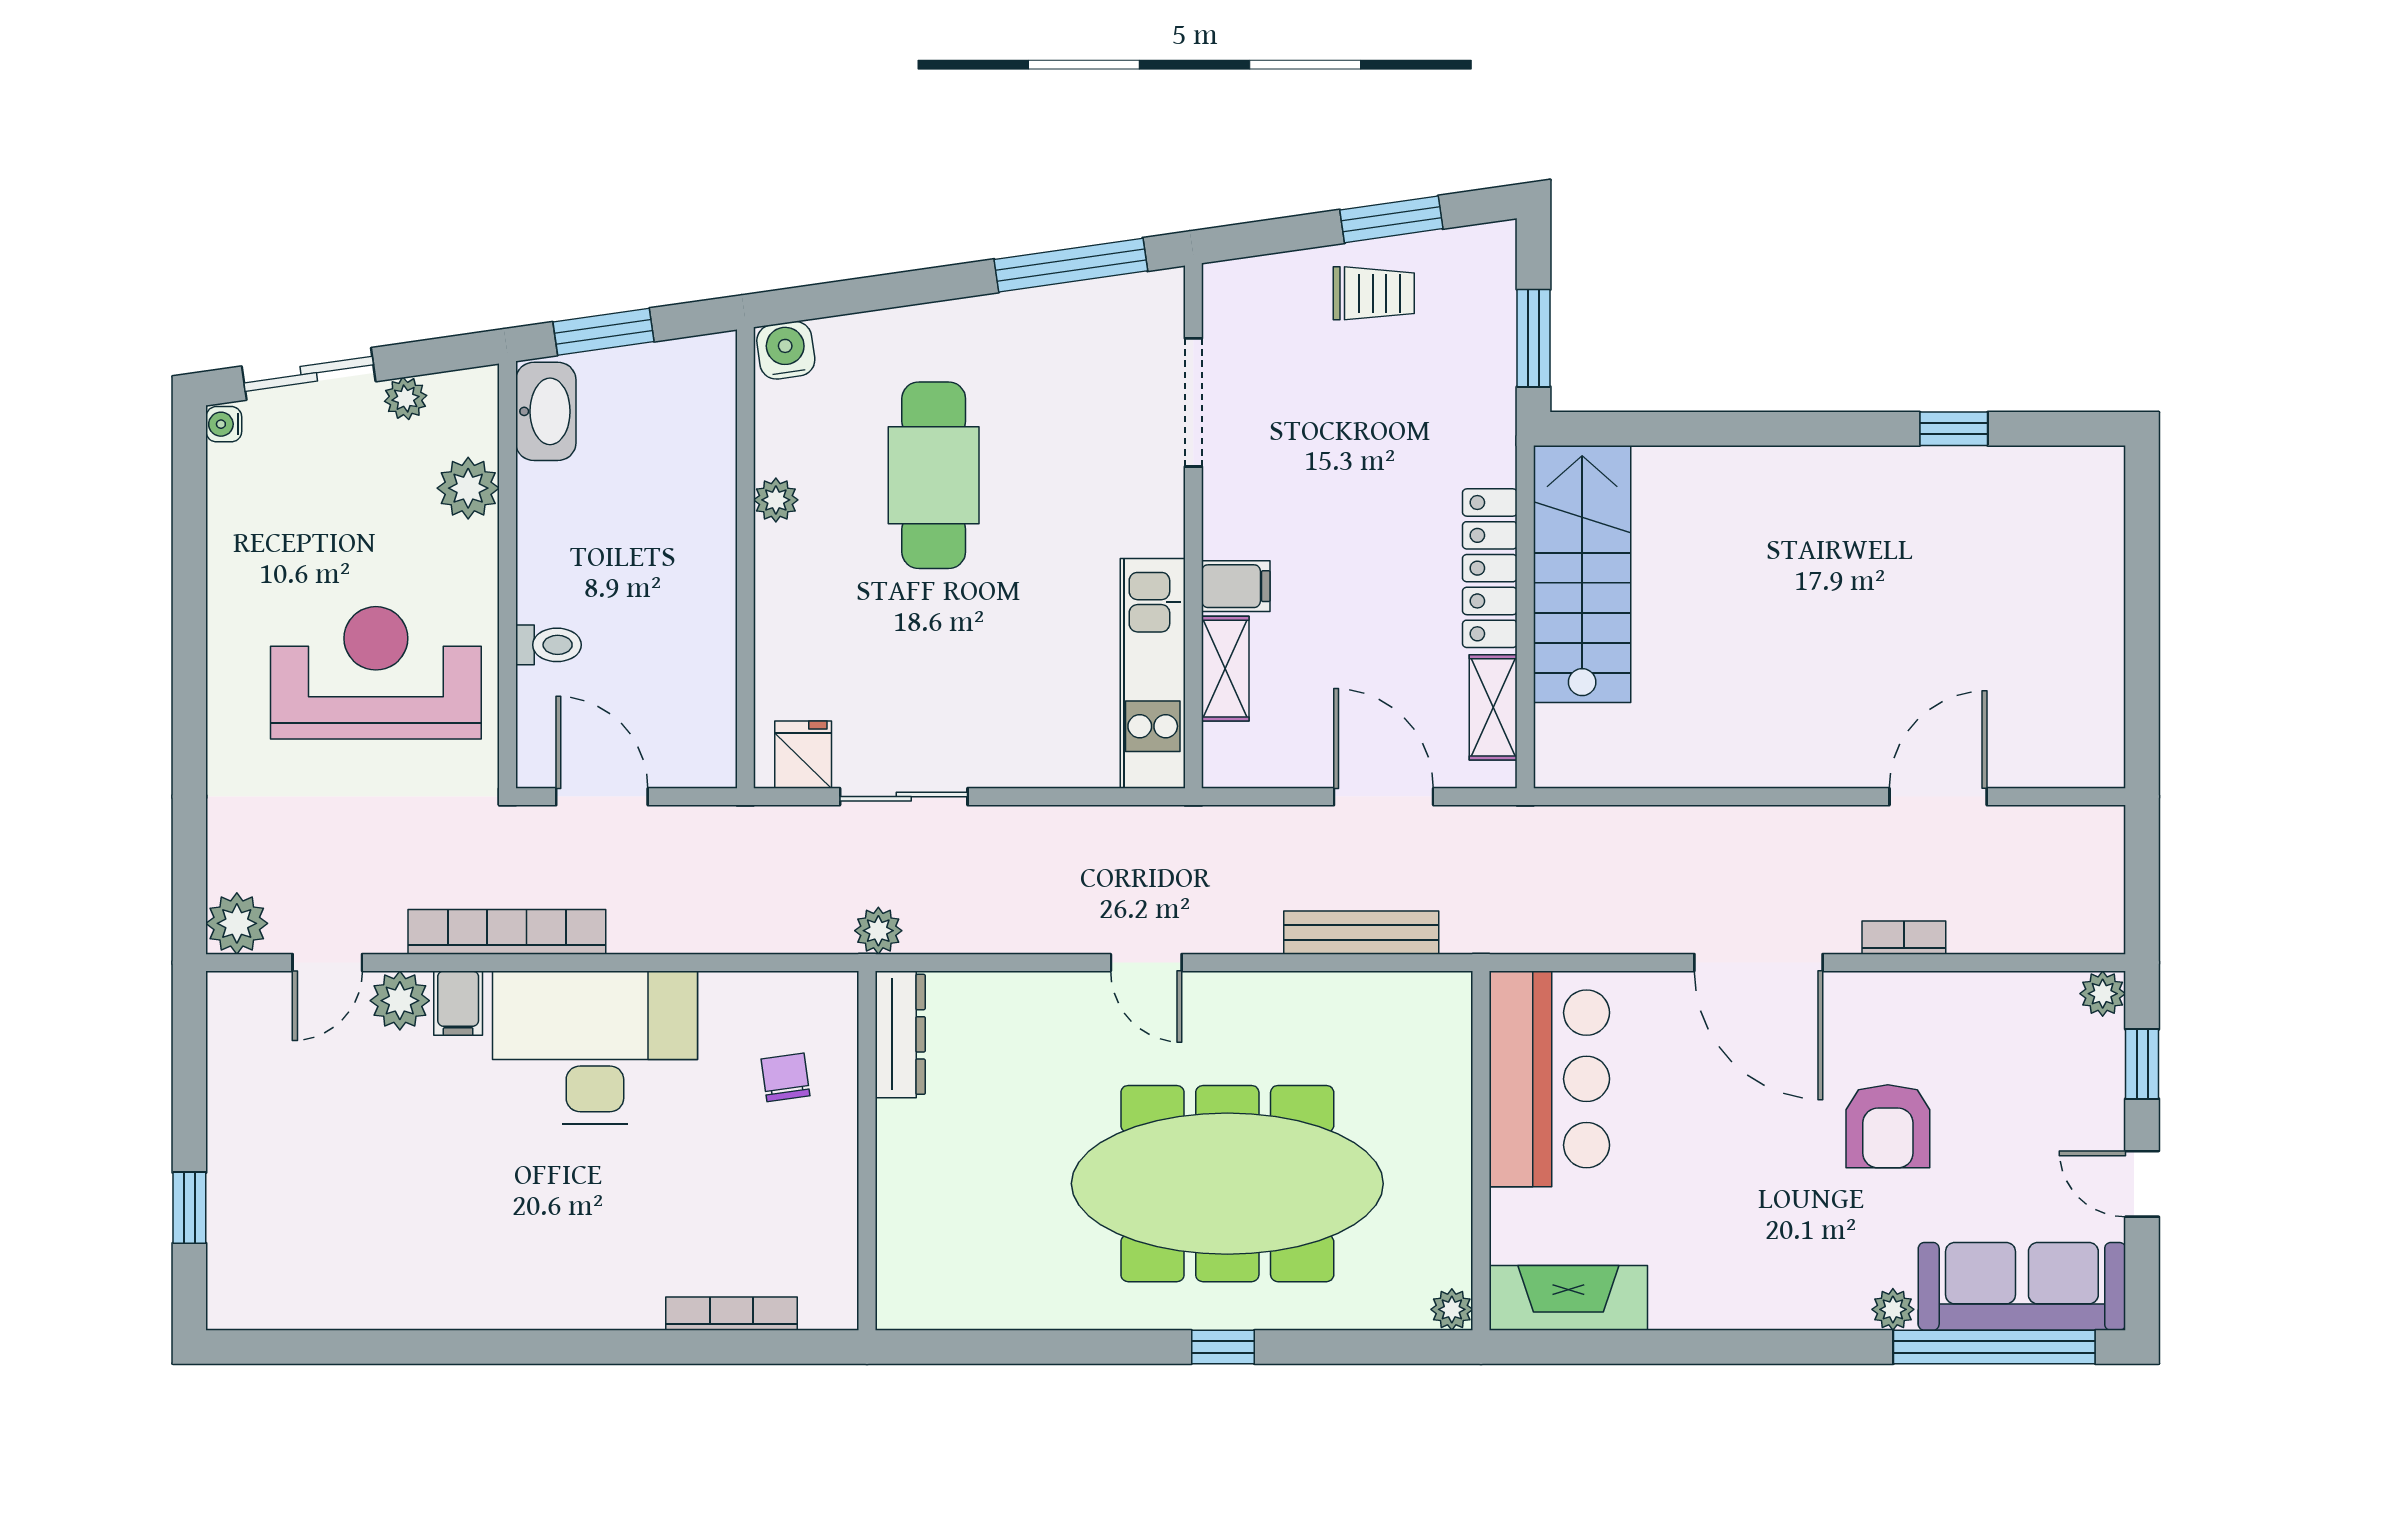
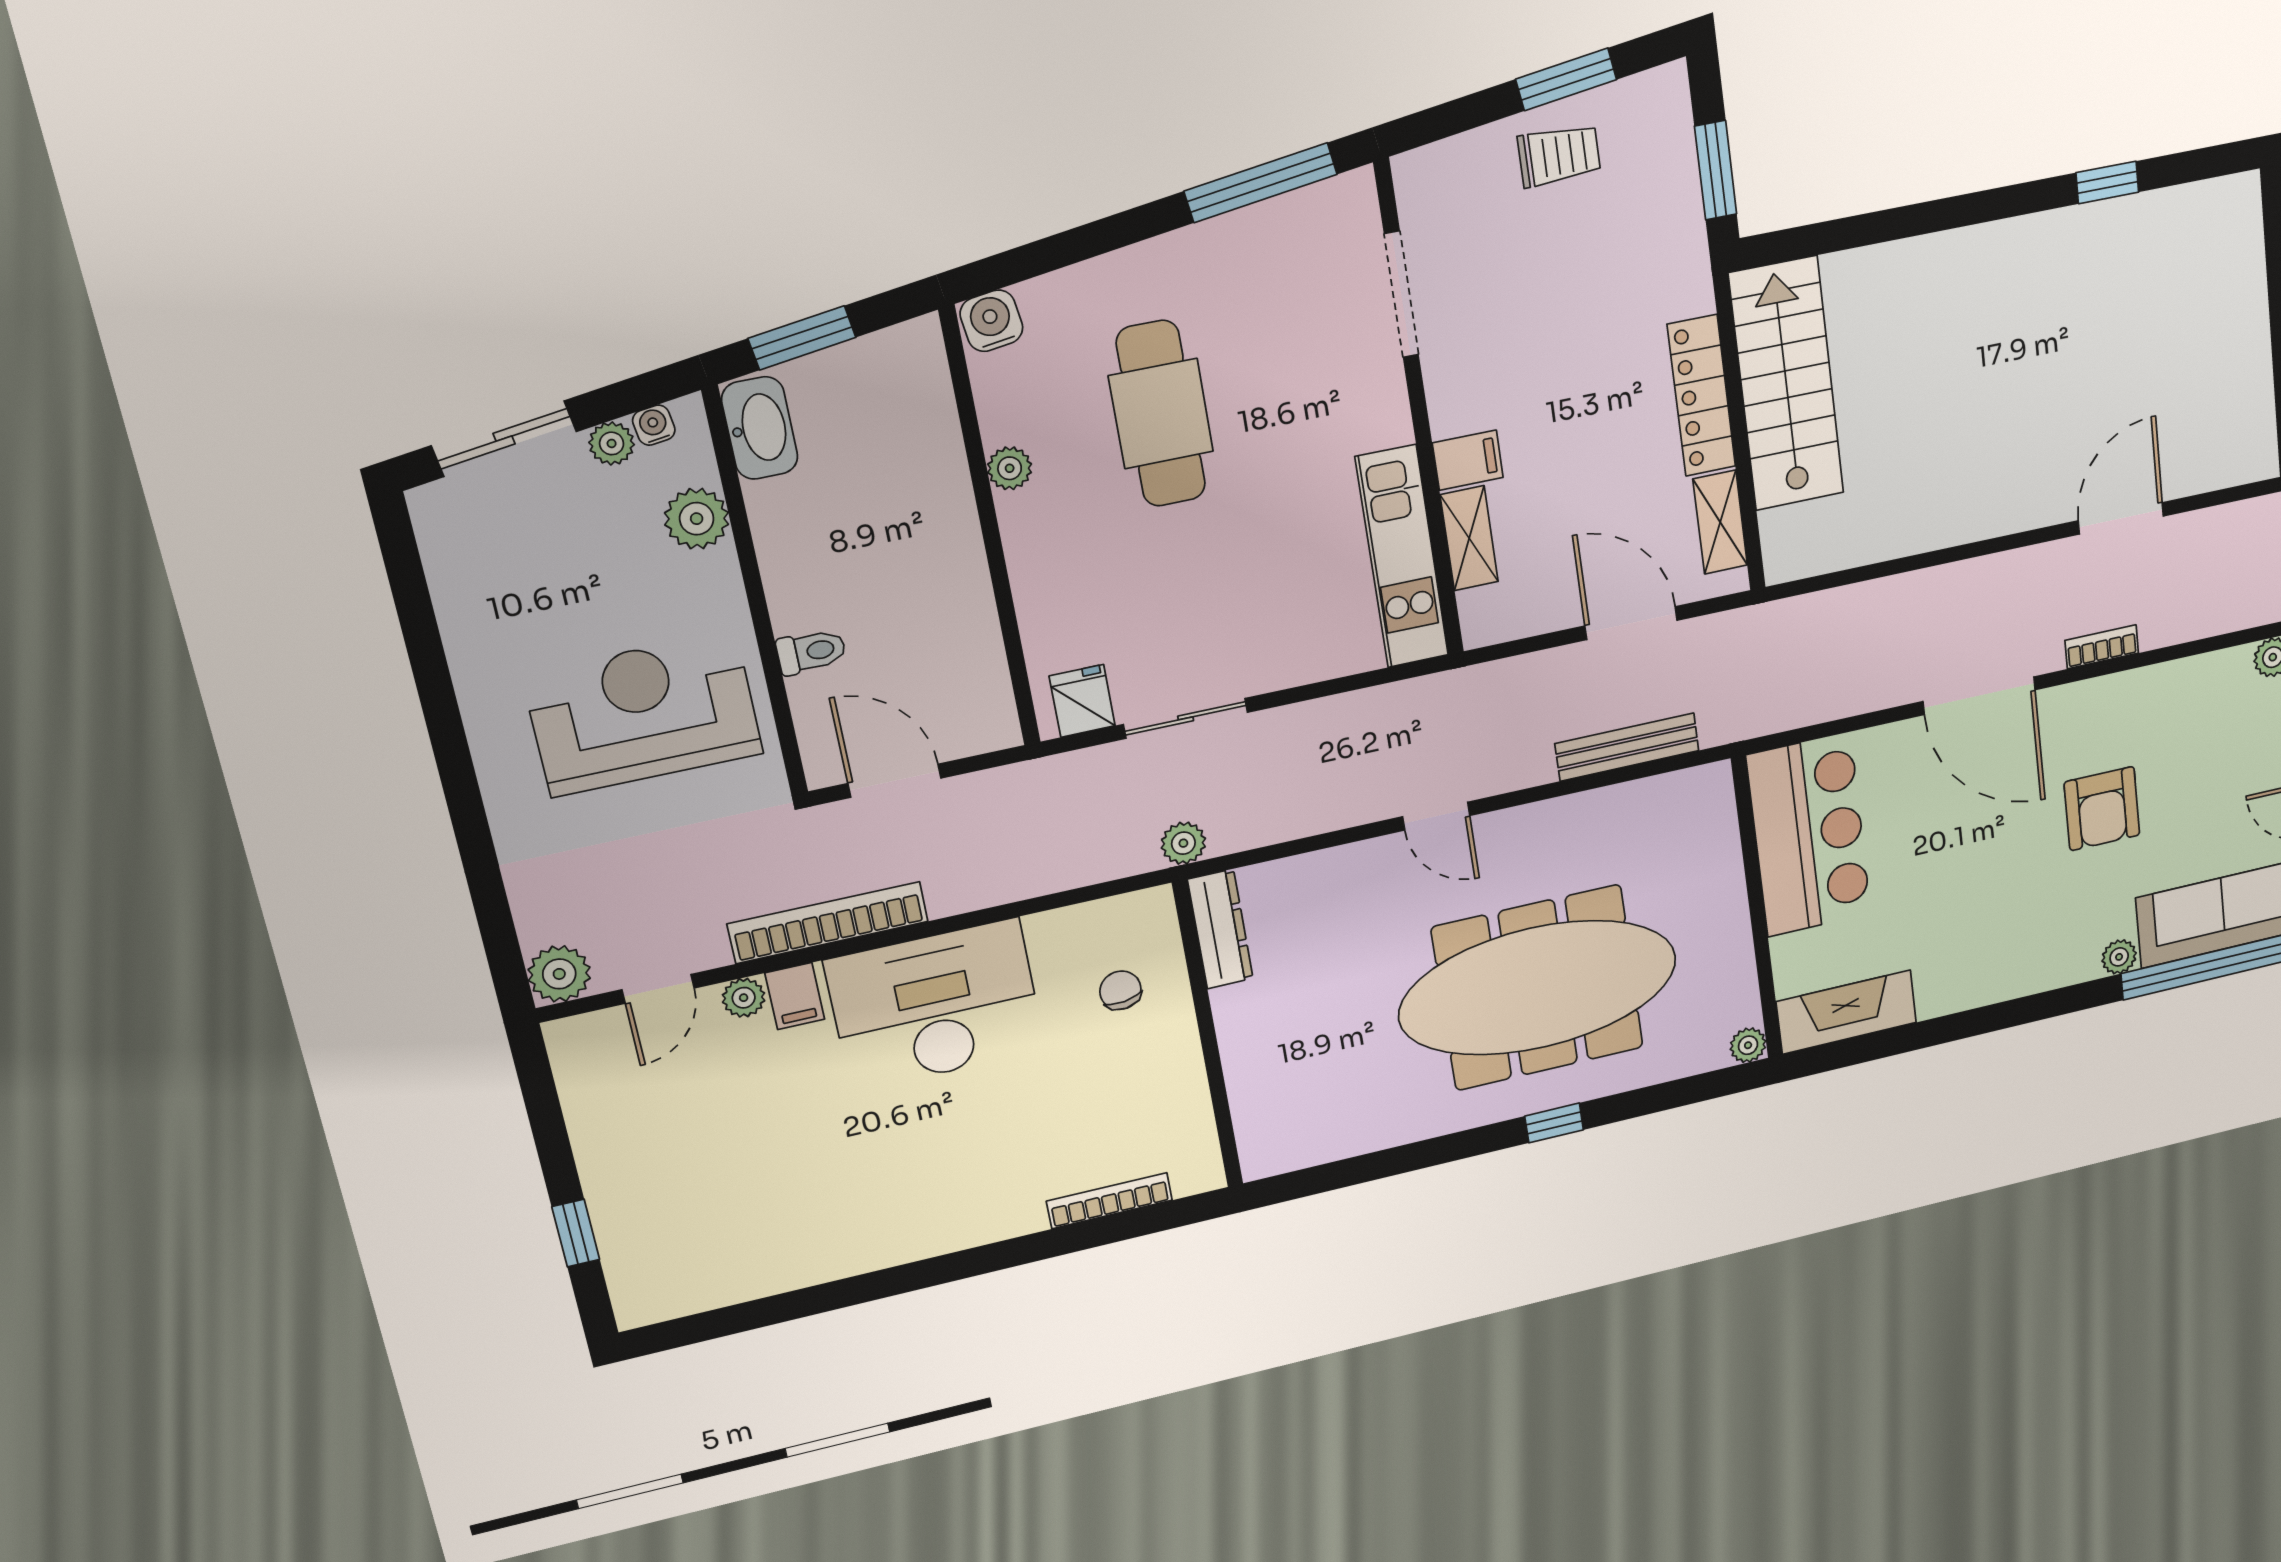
water cooler: (224, 424) -> (654, 425), moved, turned 82
plant: (400, 1001) -> (744, 998), width x0.73, depth x0.73

